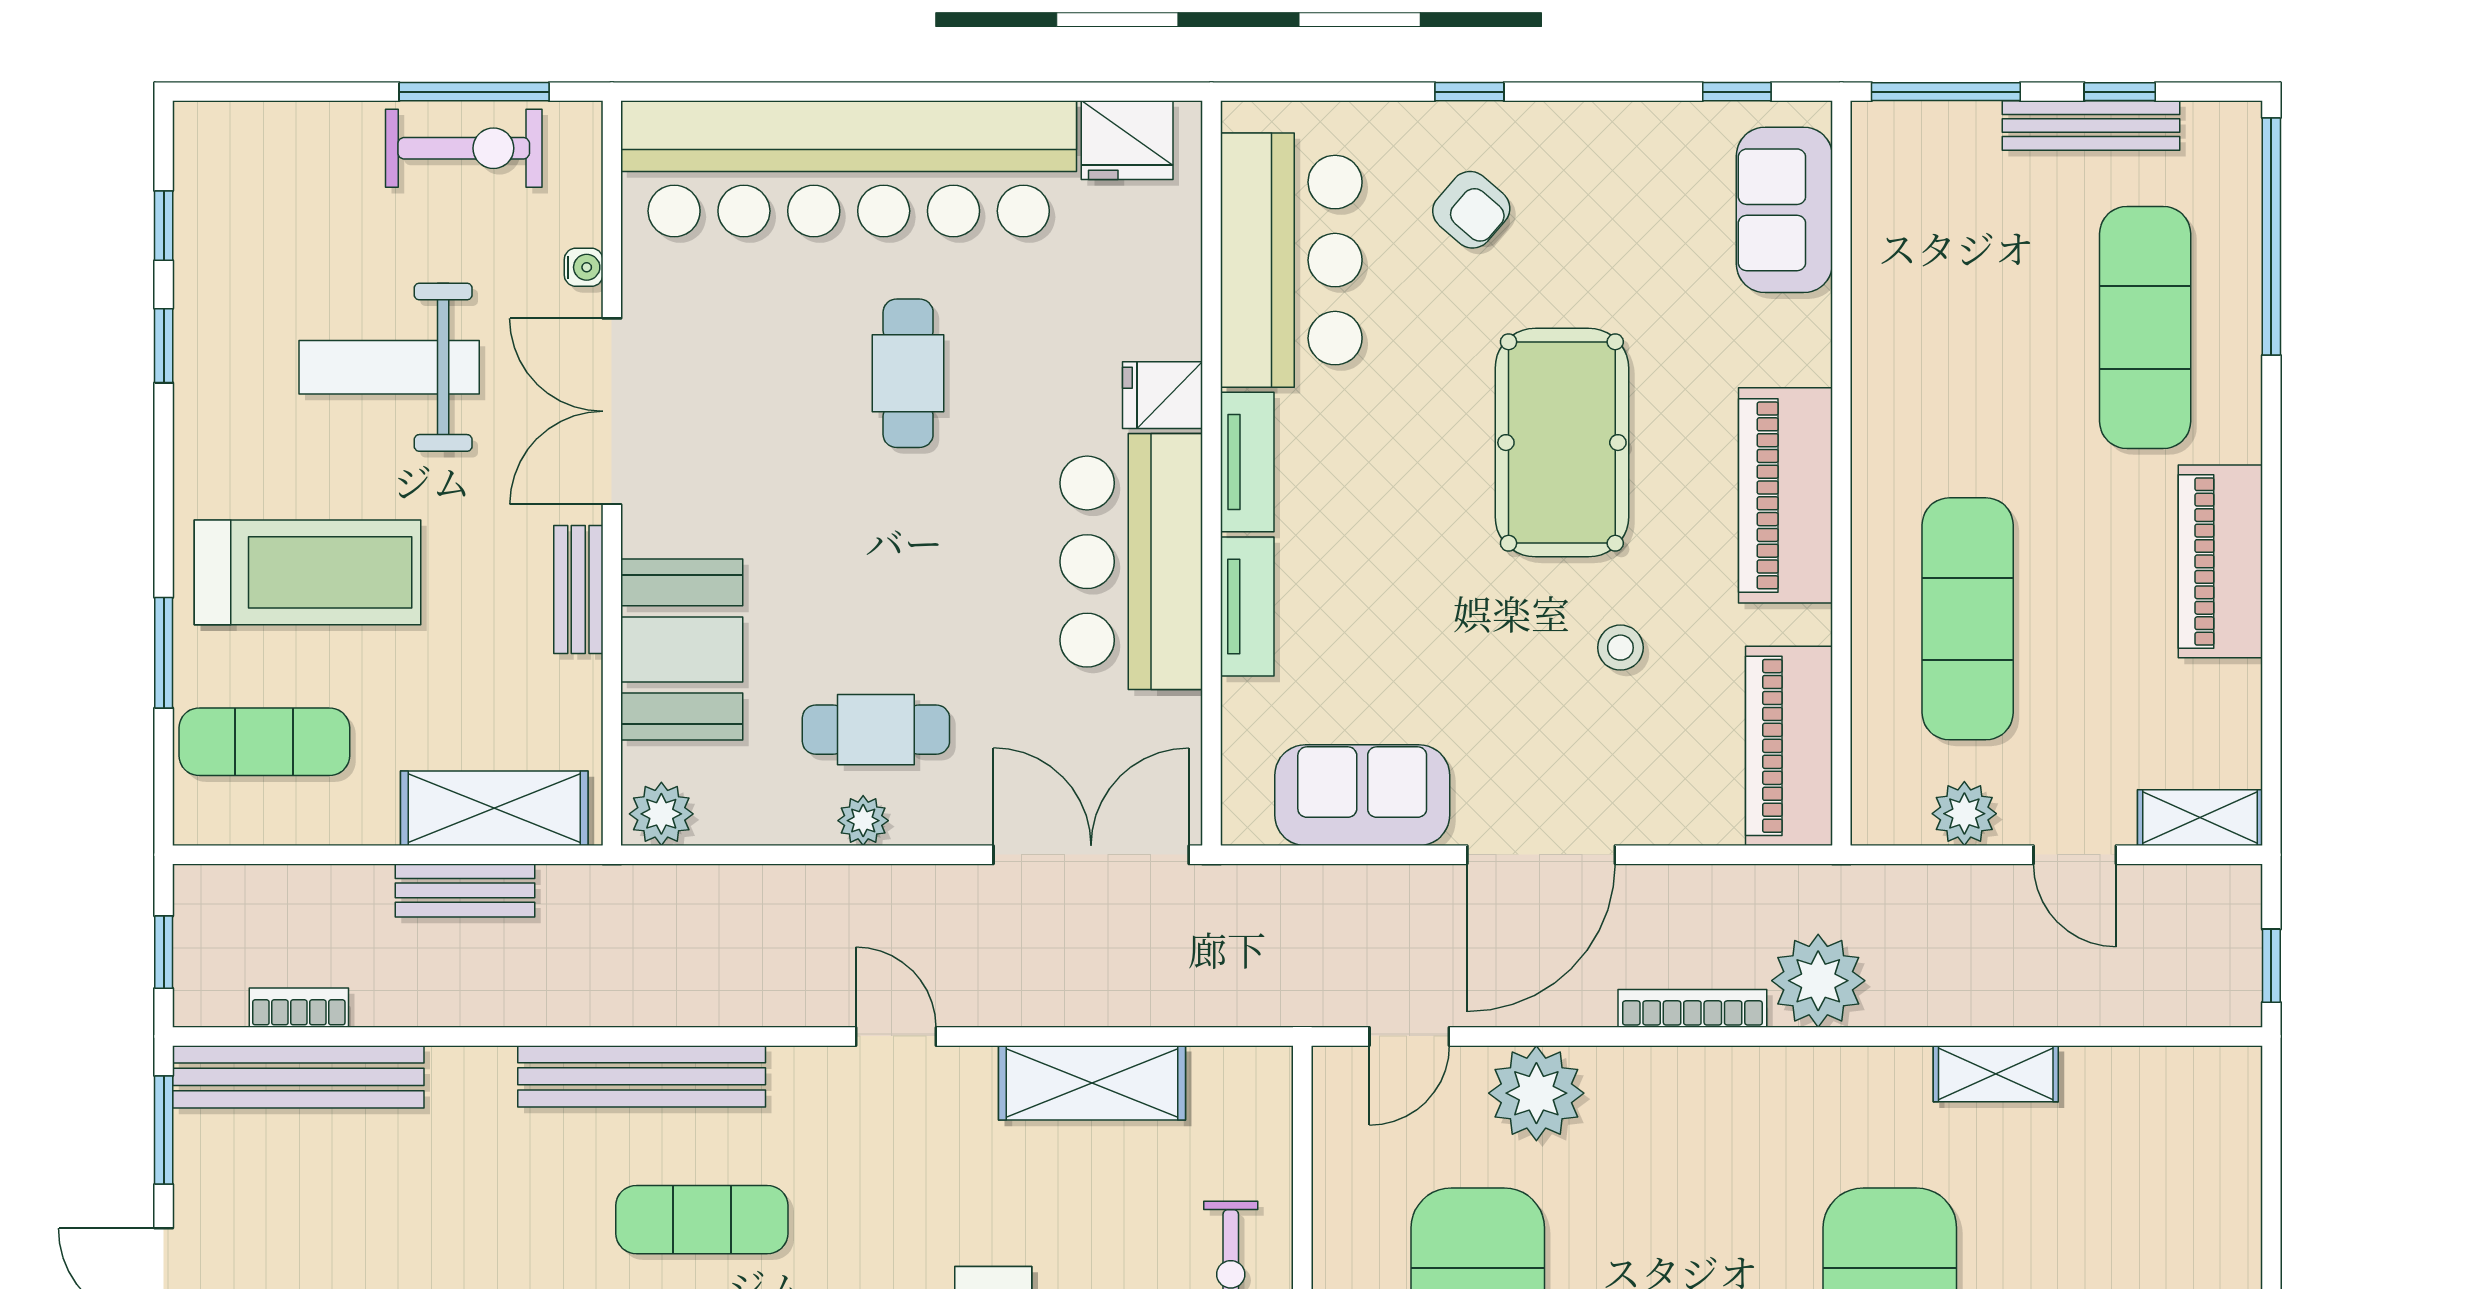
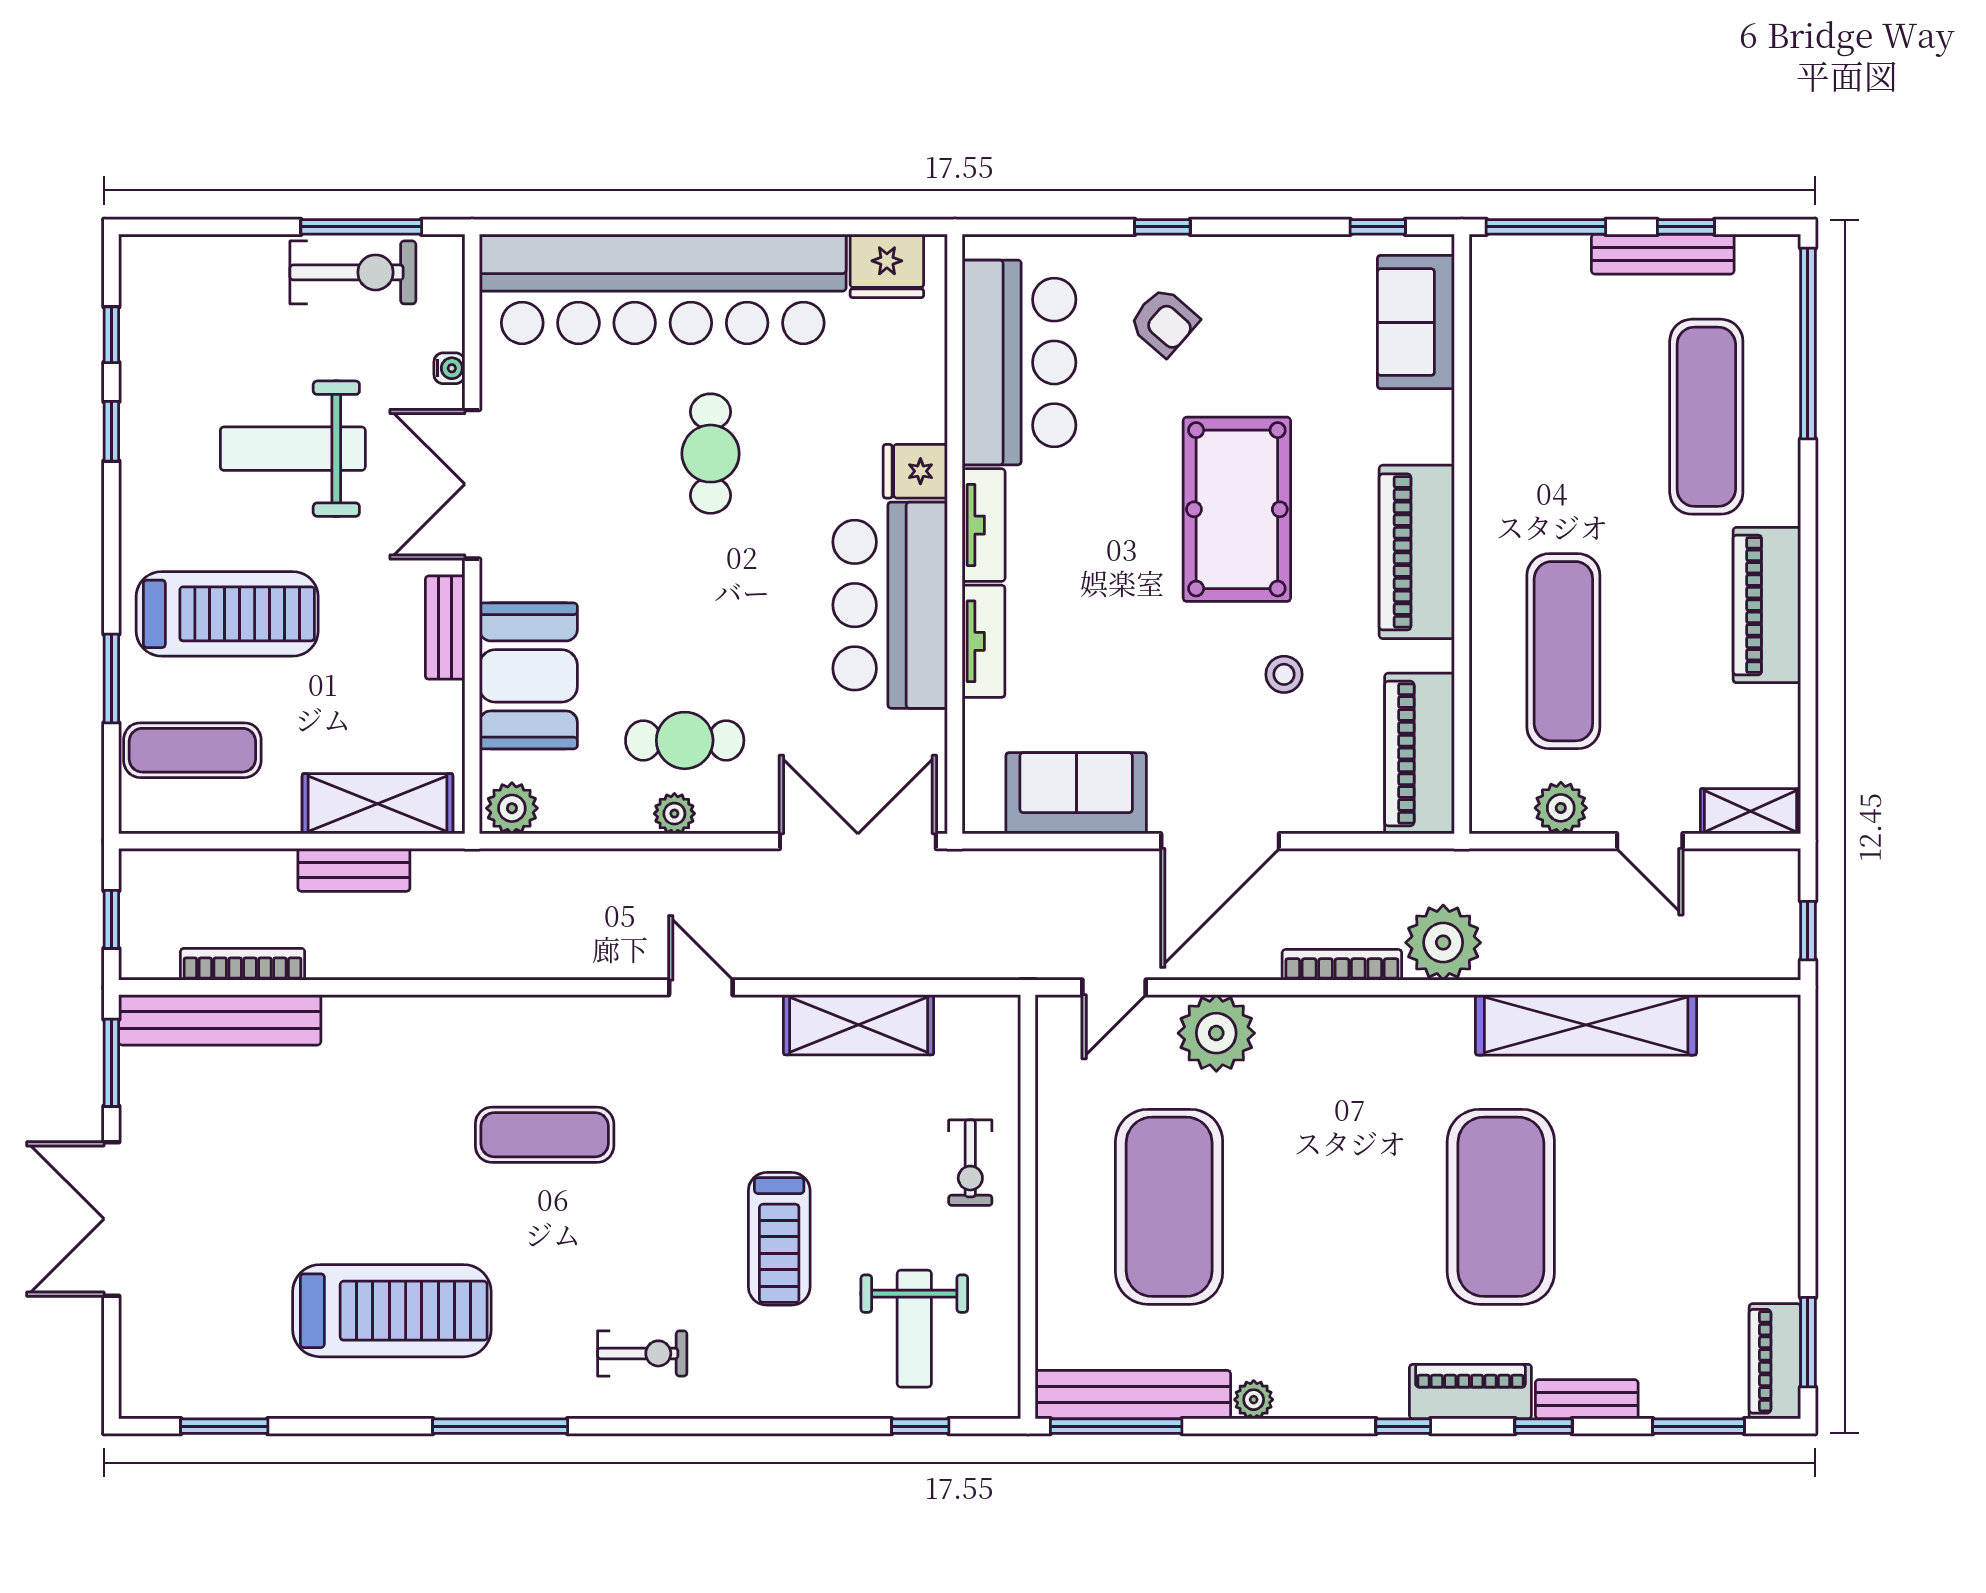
bookcase: (299, 1008) -> (243, 964), width x1.56
shelving: (1996, 1074) -> (1586, 1025), width x2.20, depth x1.33
bench: (642, 1076) -> (496, 1019), removed

